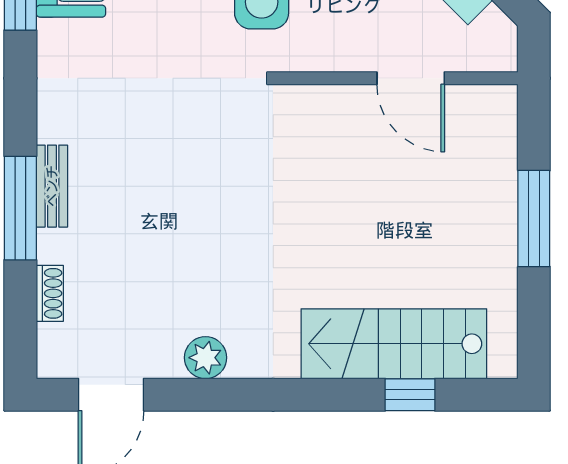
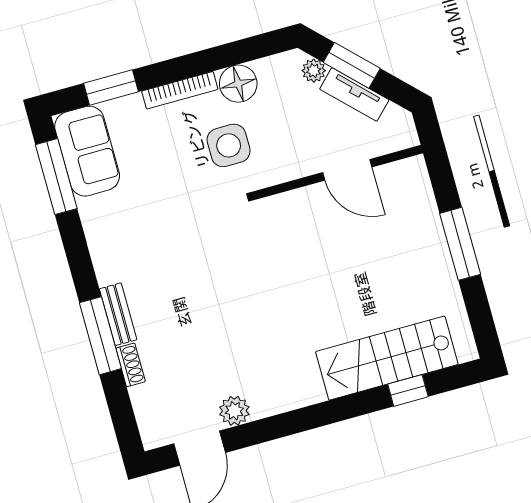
shoe rack: (50, 293) -> (131, 365), moved
plant: (206, 358) -> (234, 411), moved

